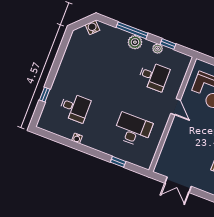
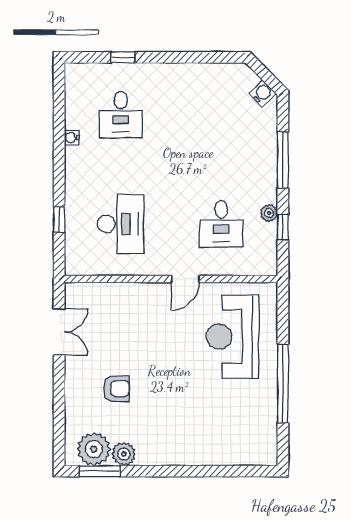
plant: (135, 42) -> (265, 172), removed
double door: (178, 185) -> (59, 332), swing flipped

